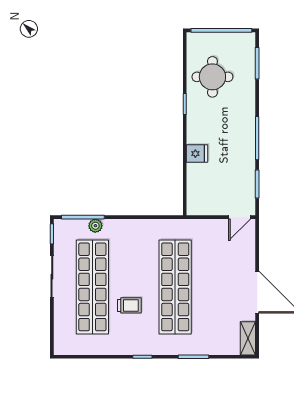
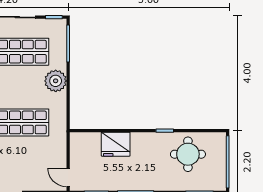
fridge: (197, 154) -> (116, 144), width x1.88, depth x1.34
plant: (95, 226) -> (56, 81), moved, width x1.88, depth x1.88

